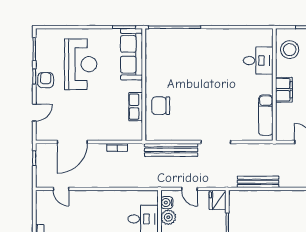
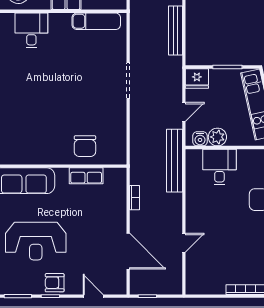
reception desk: (81, 64) -> (36, 241), turned 180
bench: (171, 150) -> (174, 161), moved
door: (61, 189) -> (184, 243), moved

